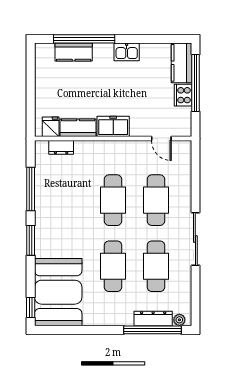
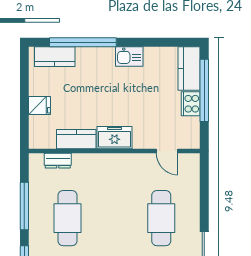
kitchen counter: (74, 52) -> (55, 57), moved
fridge: (51, 127) -> (40, 106), moved, turned 90
cafe table: (113, 200) -> (68, 218), moved

